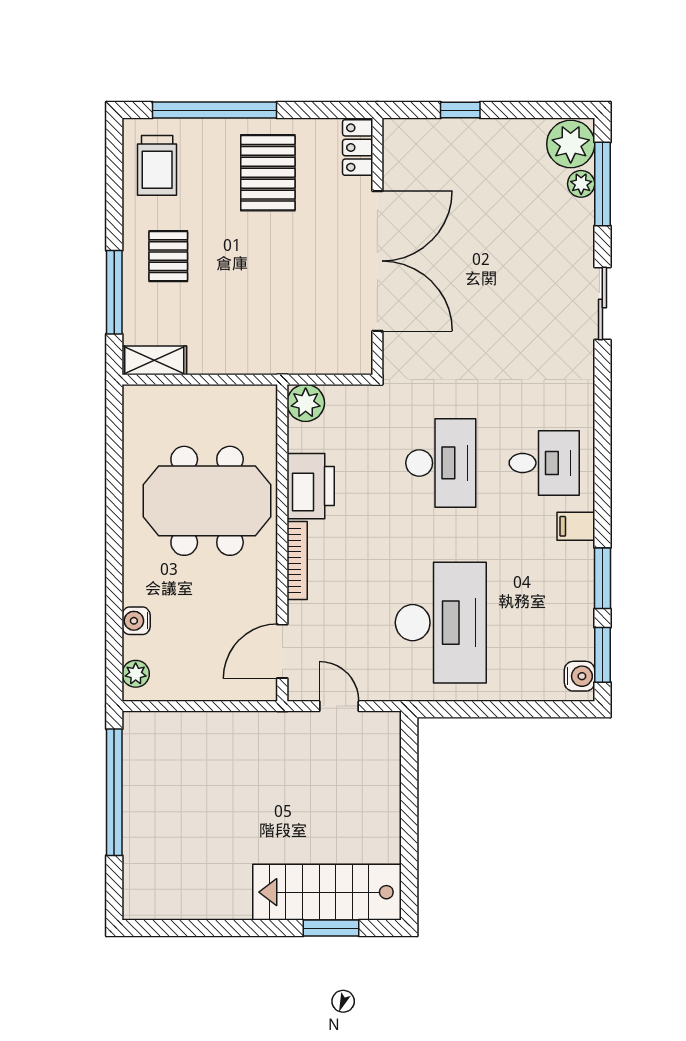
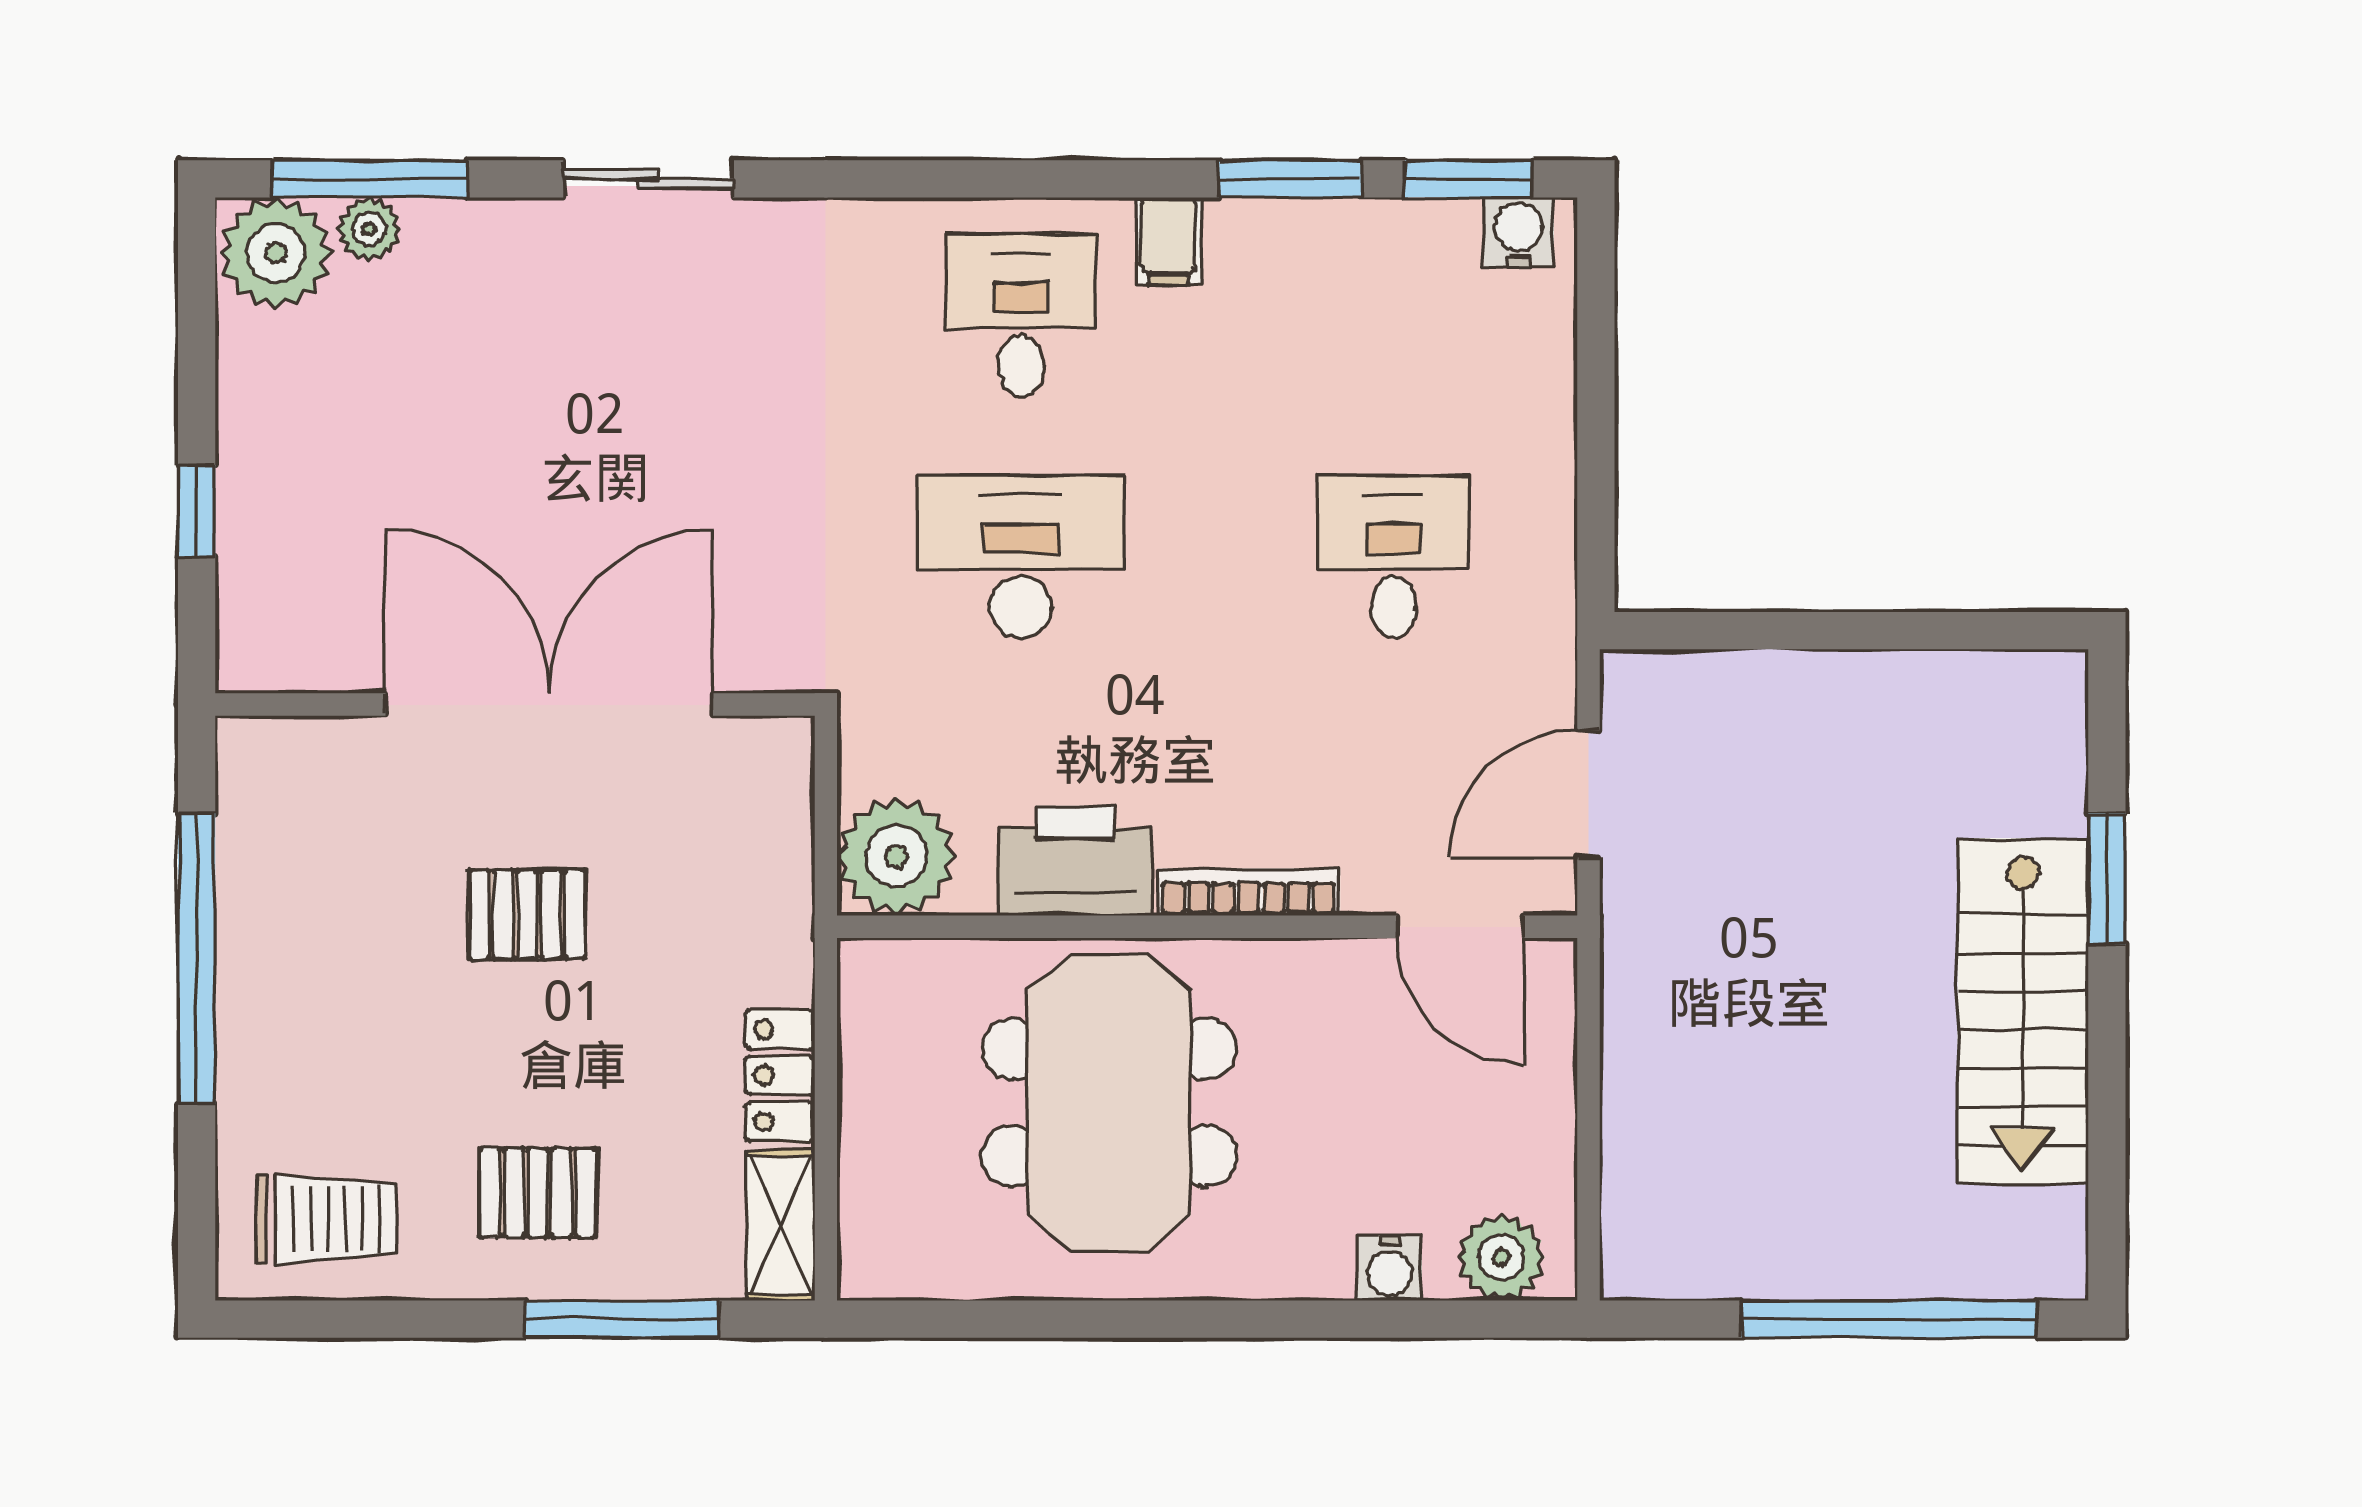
window: (215, 110) -> (197, 958), moved
locker: (358, 148) -> (780, 1075), moved, turned 90
pallet: (268, 173) -> (527, 914), moved, width x0.67, depth x0.71
plant: (306, 403) -> (896, 856), width x1.36, depth x1.36
desk: (441, 623) -> (1394, 556), width x0.53, depth x0.77
plant: (136, 674) -> (1501, 1257), width x1.38, depth x1.38
door: (339, 706) -> (1589, 794), width x1.38
window: (114, 792) -> (1889, 1319), moved
stairs: (327, 892) -> (2023, 1011), moved
window: (331, 928) -> (2107, 879), moved

